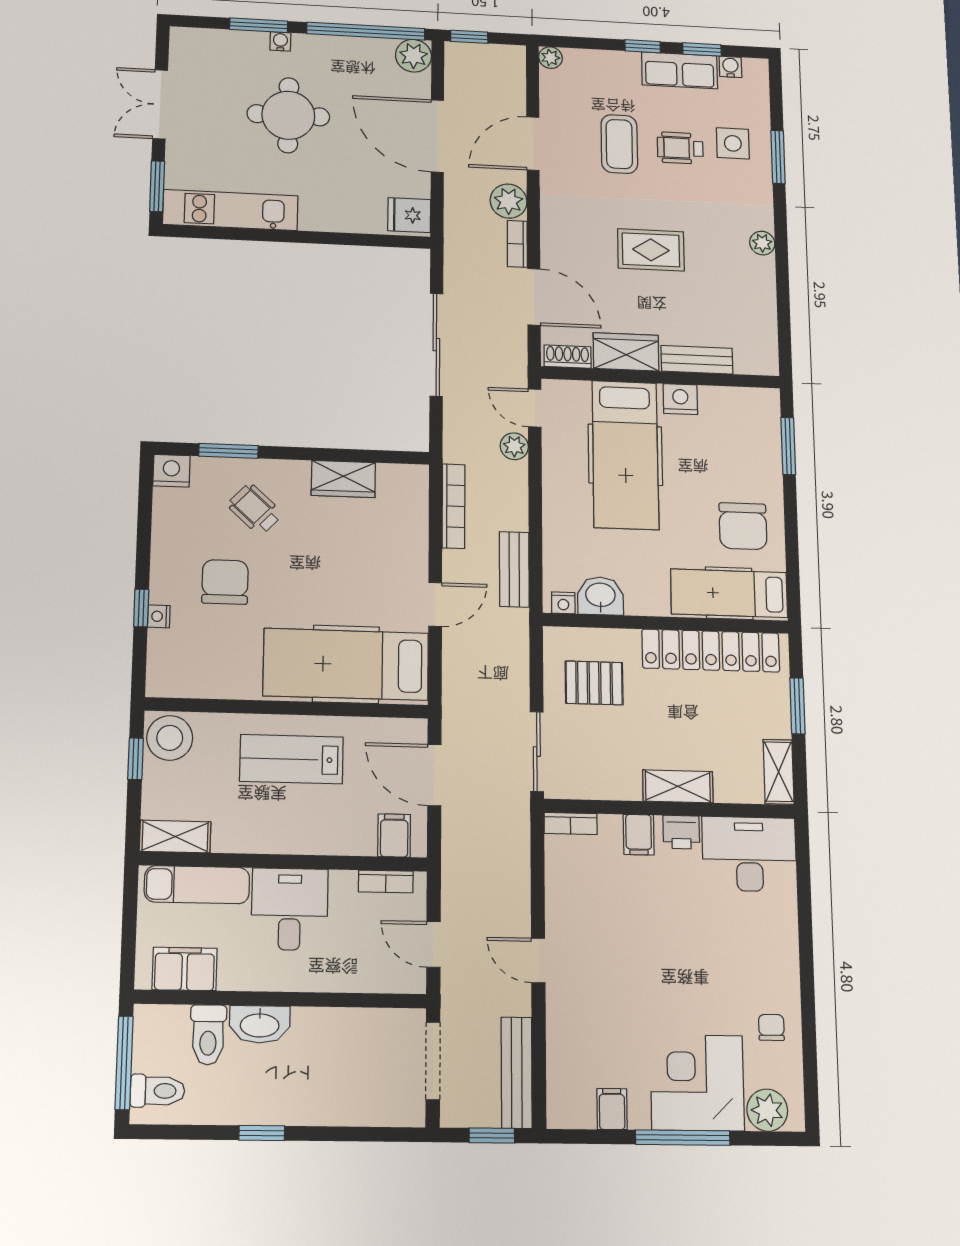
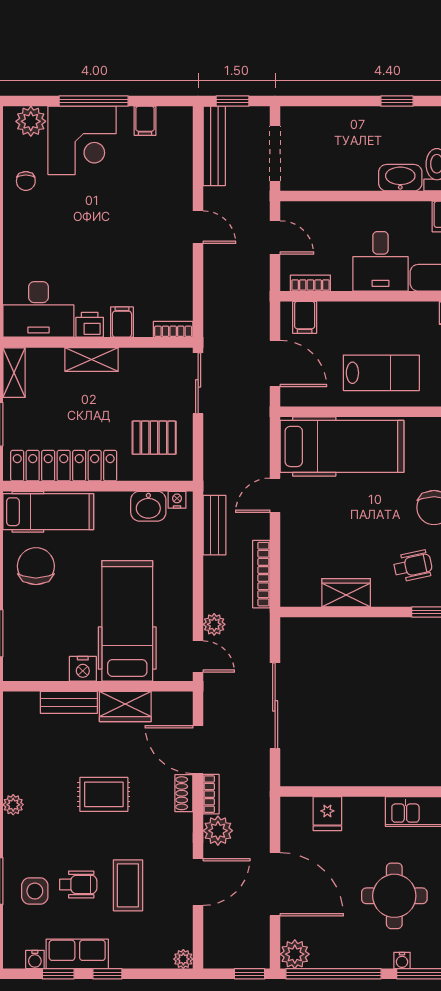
fridge: (409, 215) -> (327, 814), moved, turned 90
shoe rack: (568, 357) -> (184, 793), moved, turned 90
wheelchair: (255, 509) -> (413, 566), turned -55

